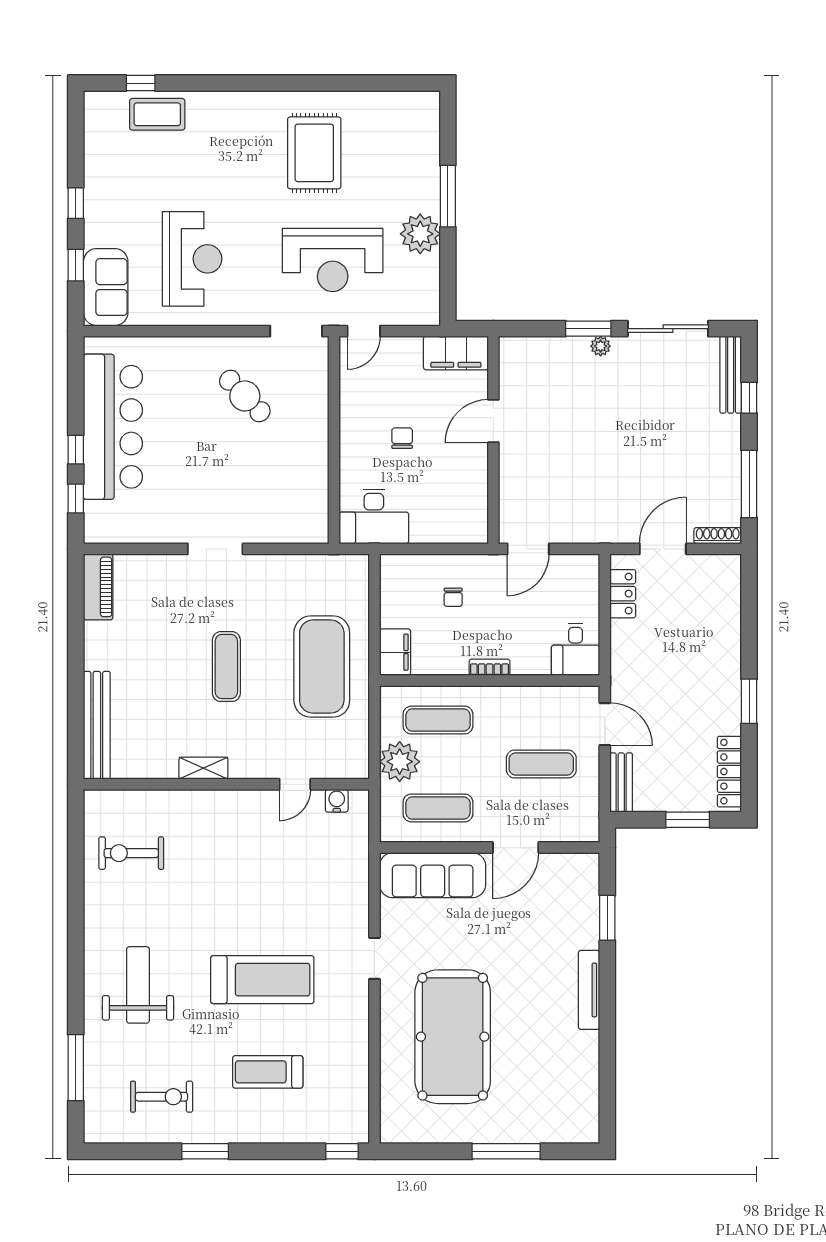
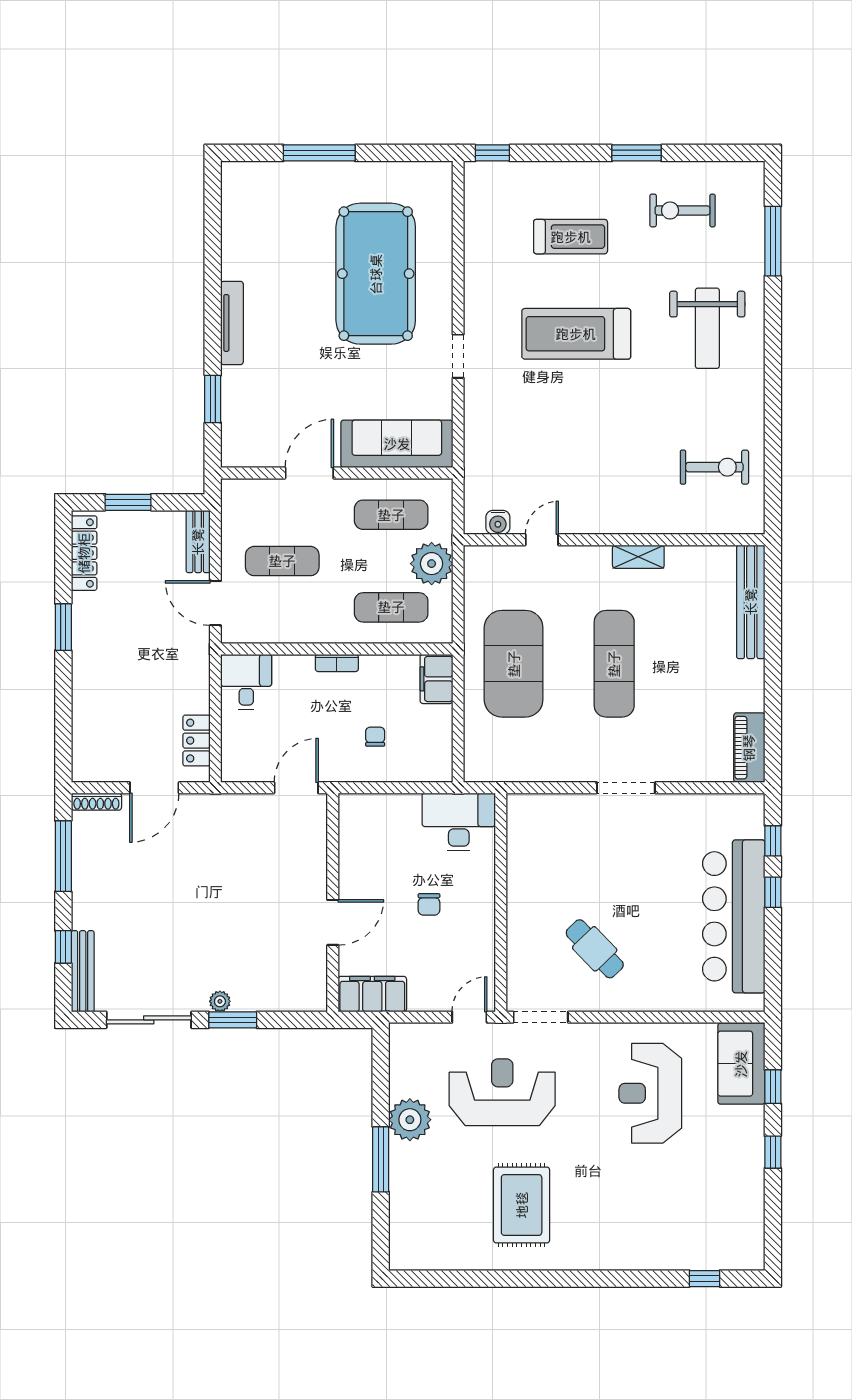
coffee table: (157, 114) -> (687, 1246), removed
exercise mat: (226, 667) -> (614, 664), width x1.36, depth x1.45

